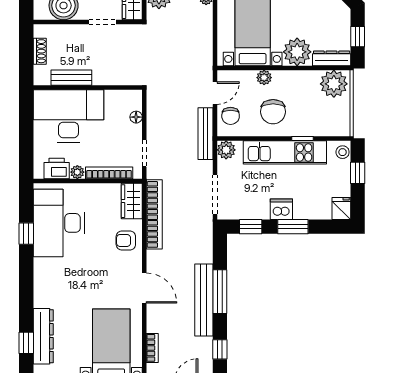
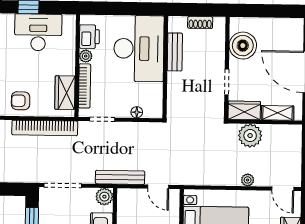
chair: (231, 116) -> (136, 201), removed
wardrobe: (132, 201) -> (65, 93), moved, turned -90
desk: (59, 223) -> (38, 32), width x0.73, depth x0.77
armchair: (126, 240) -> (21, 101), turned -90

